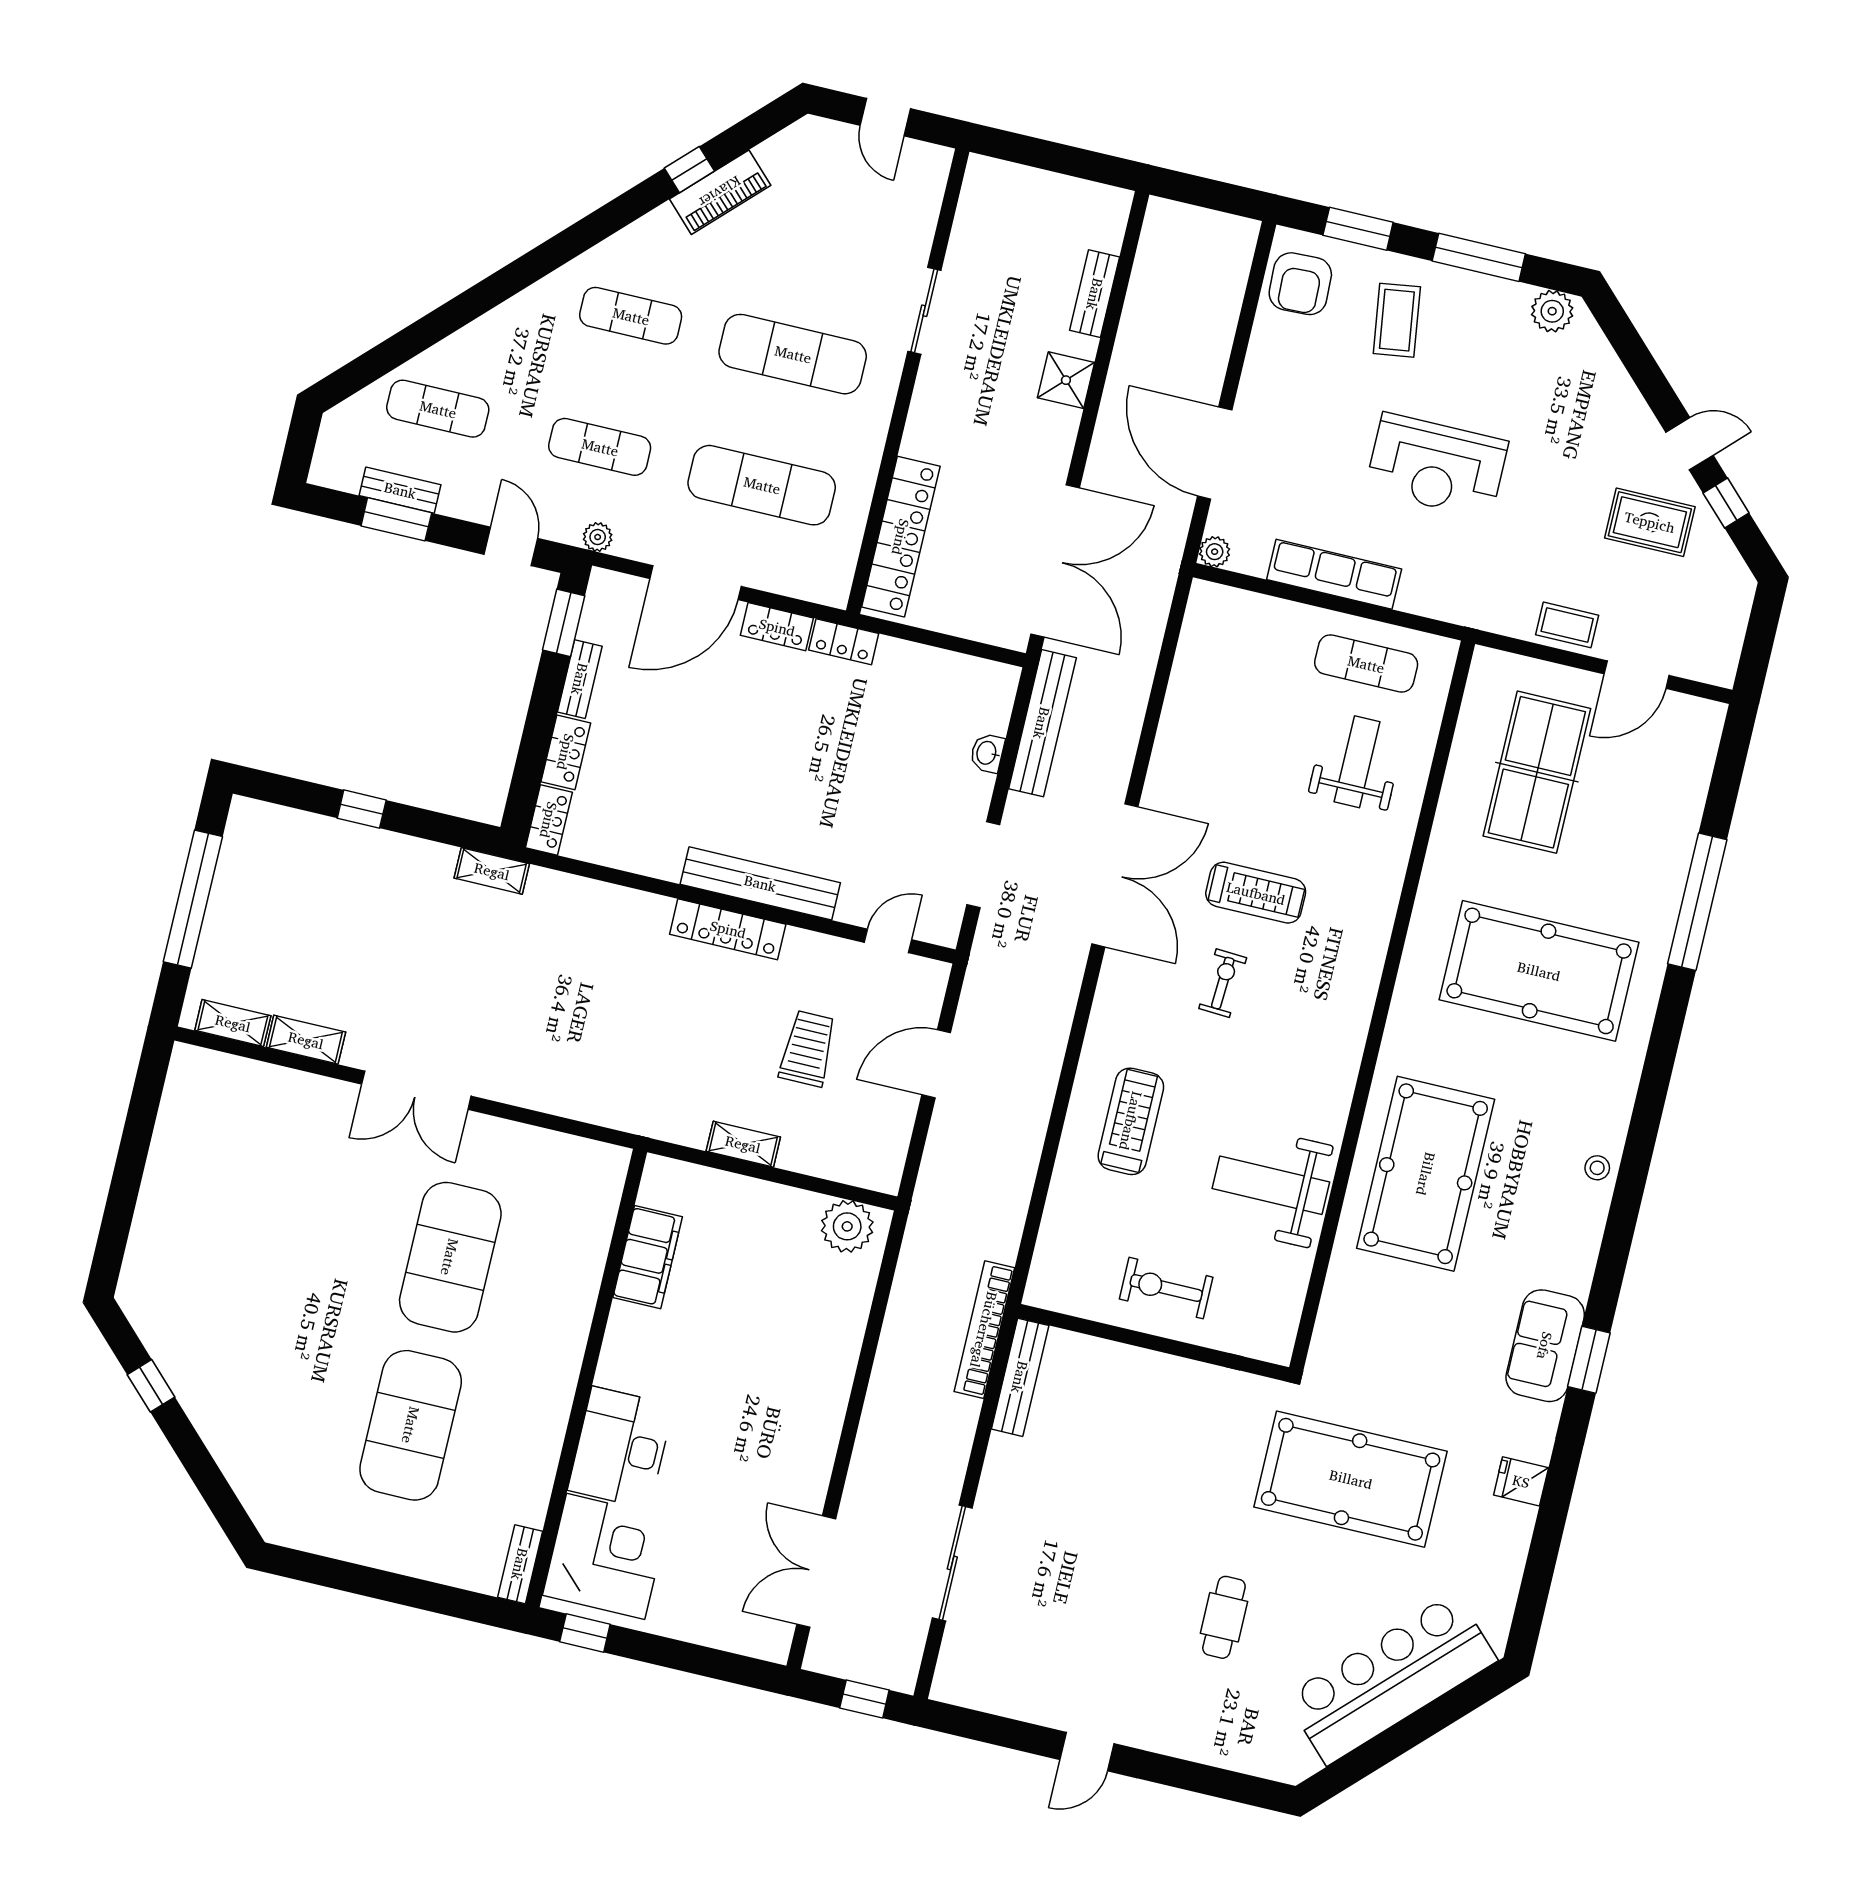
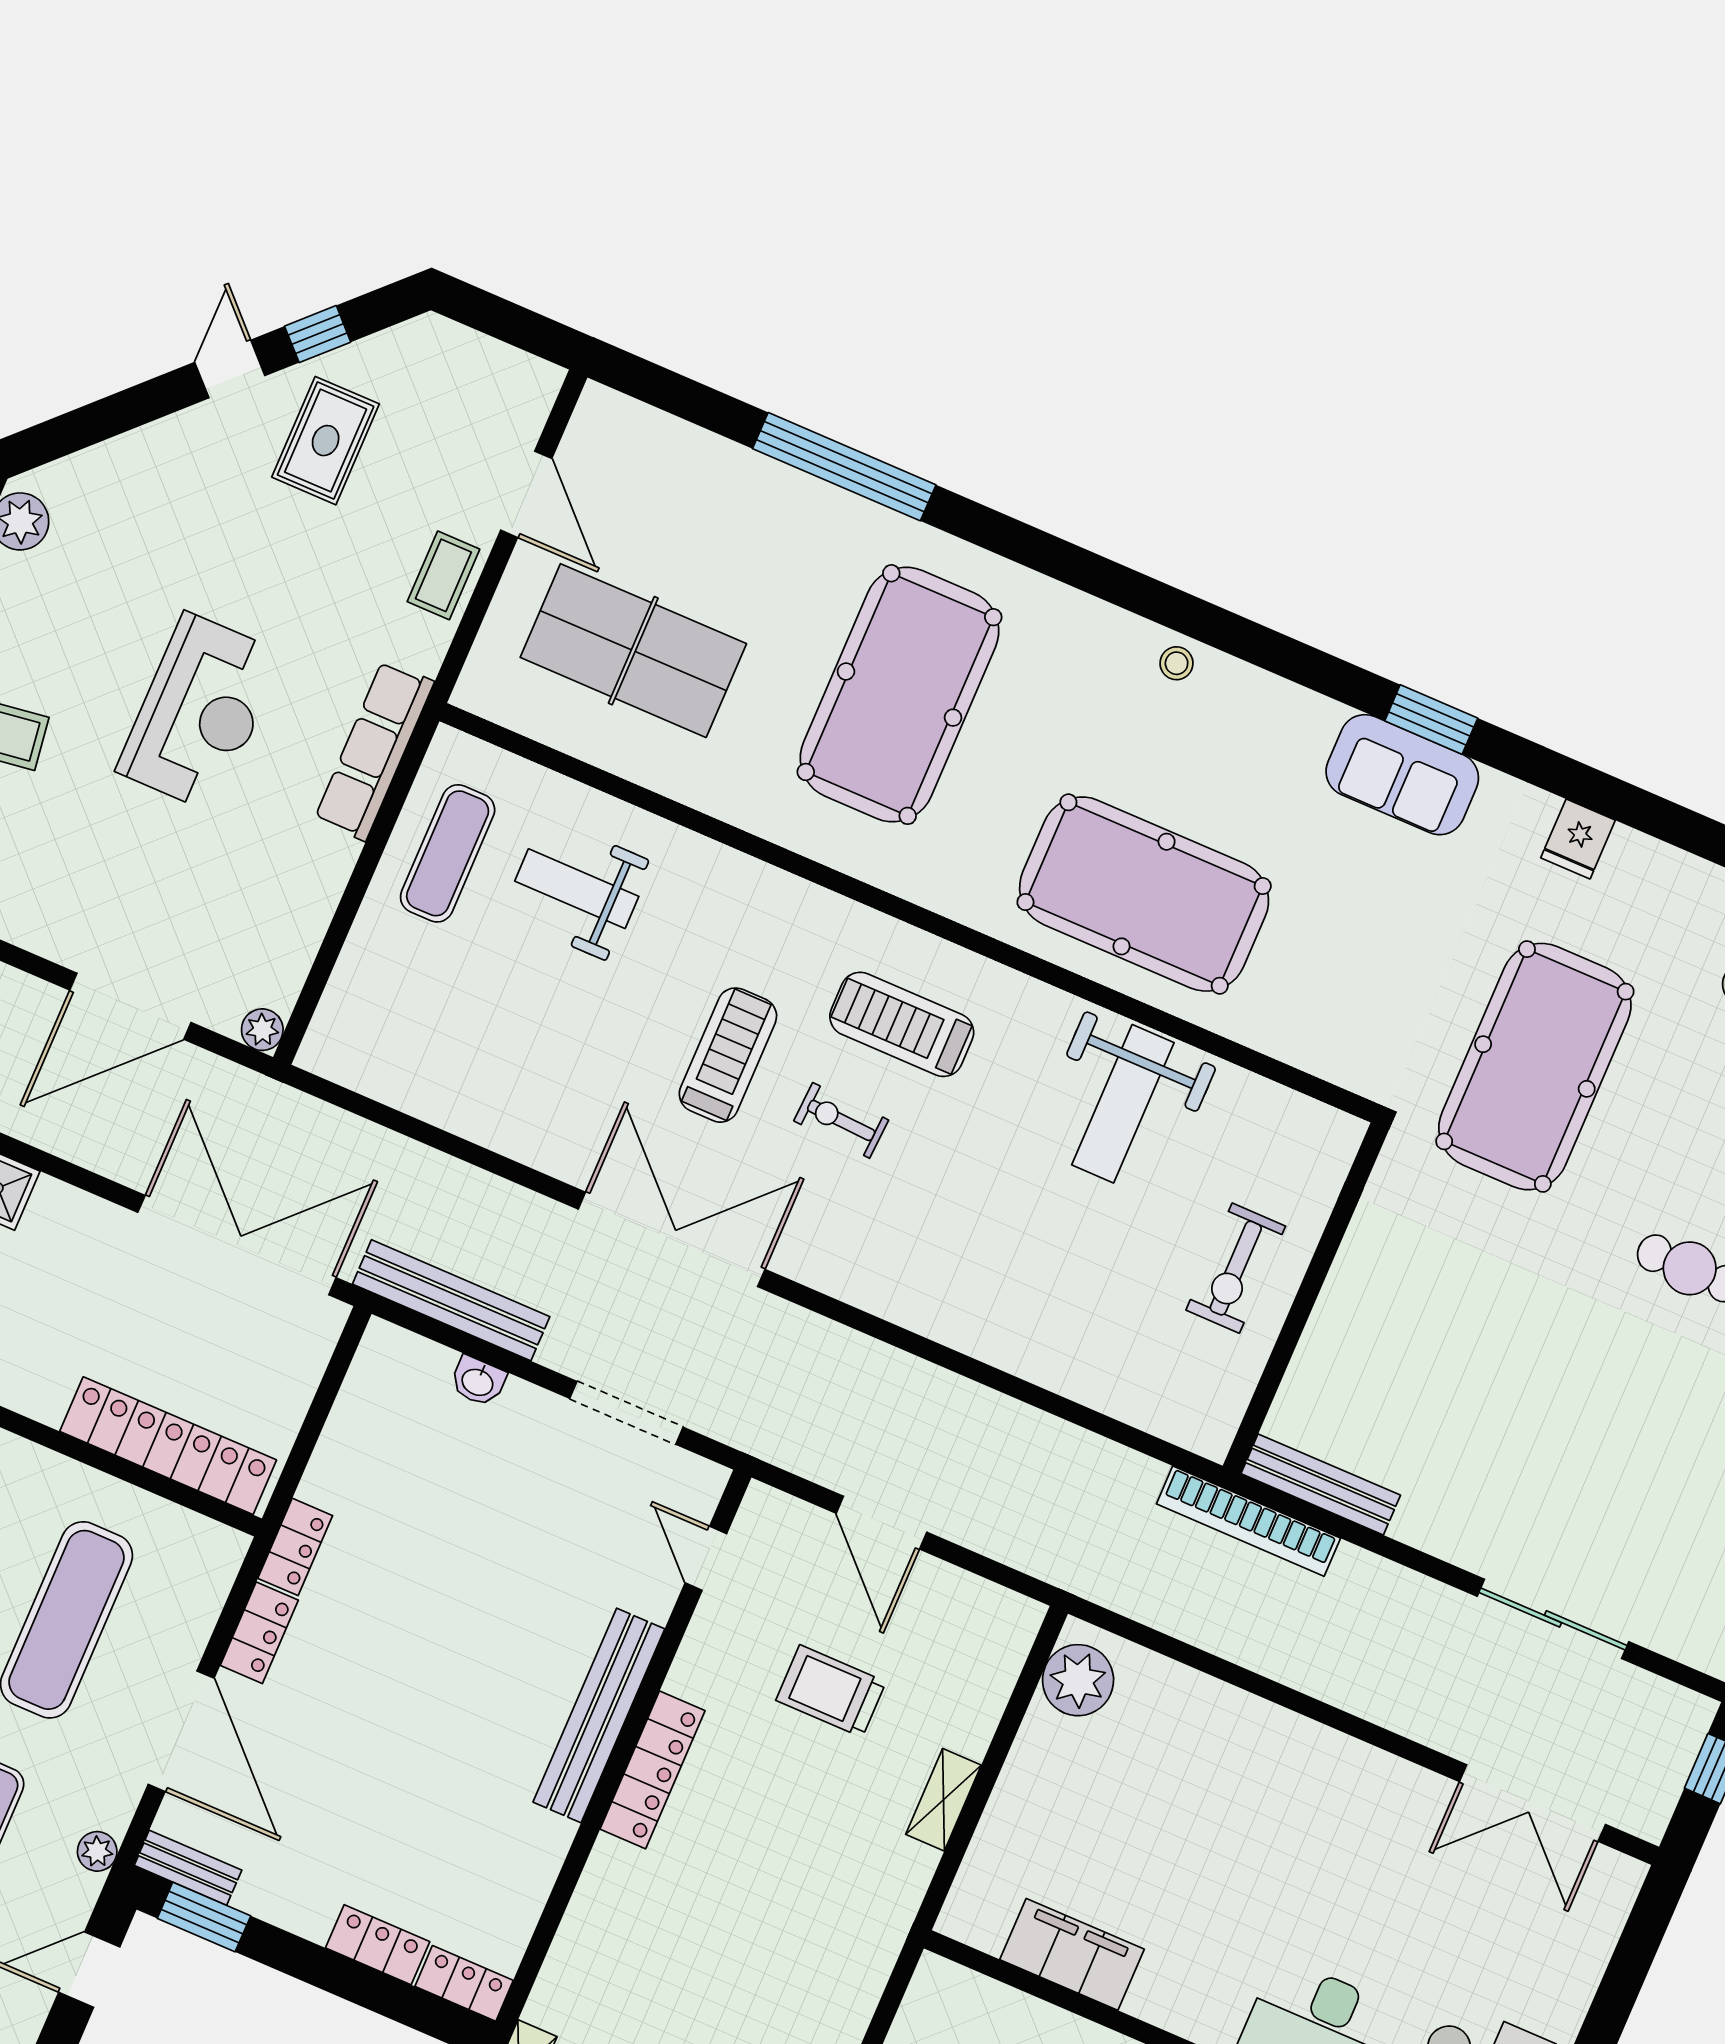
row of seats: (1334, 574) -> (374, 750), moved
bench: (580, 679) -> (188, 1868), moved
treadmill: (1131, 1121) -> (902, 1024), moved

